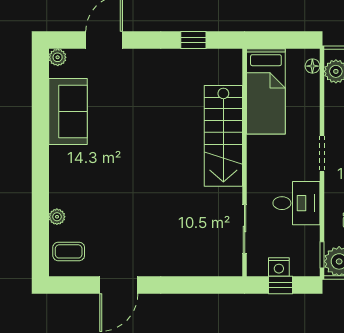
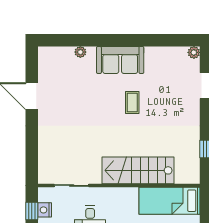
sofa: (68, 112) -> (120, 60), moved
coffee table: (69, 251) -> (132, 103), moved

